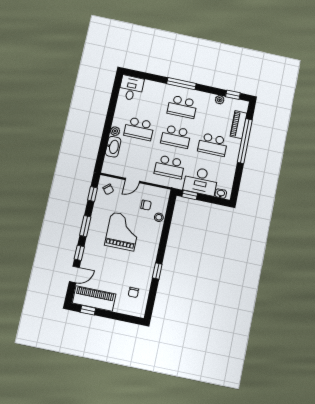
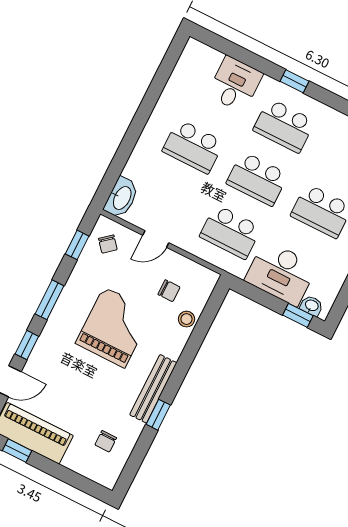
window: (181, 84) -> (294, 81), width x0.46
desk: (131, 88) -> (235, 84), moved
plant: (115, 131) -> (148, 139), removed
washbasin: (113, 147) -> (122, 198), moved
window: (190, 195) -> (298, 315), moved
bench: (151, 258) -> (153, 389), added

